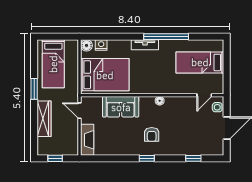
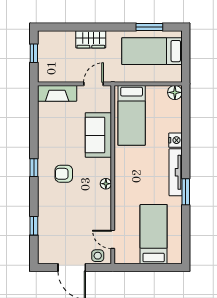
window: (166, 37) -> (186, 192), width x0.47
nightstand: (101, 45) -> (175, 140), moved
tv unit: (145, 45) -> (176, 172), width x1.41
bed: (105, 75) -> (132, 115), width x0.67
window: (34, 89) -> (149, 27), moved
wardrobe: (44, 119) -> (91, 39), width x0.67

